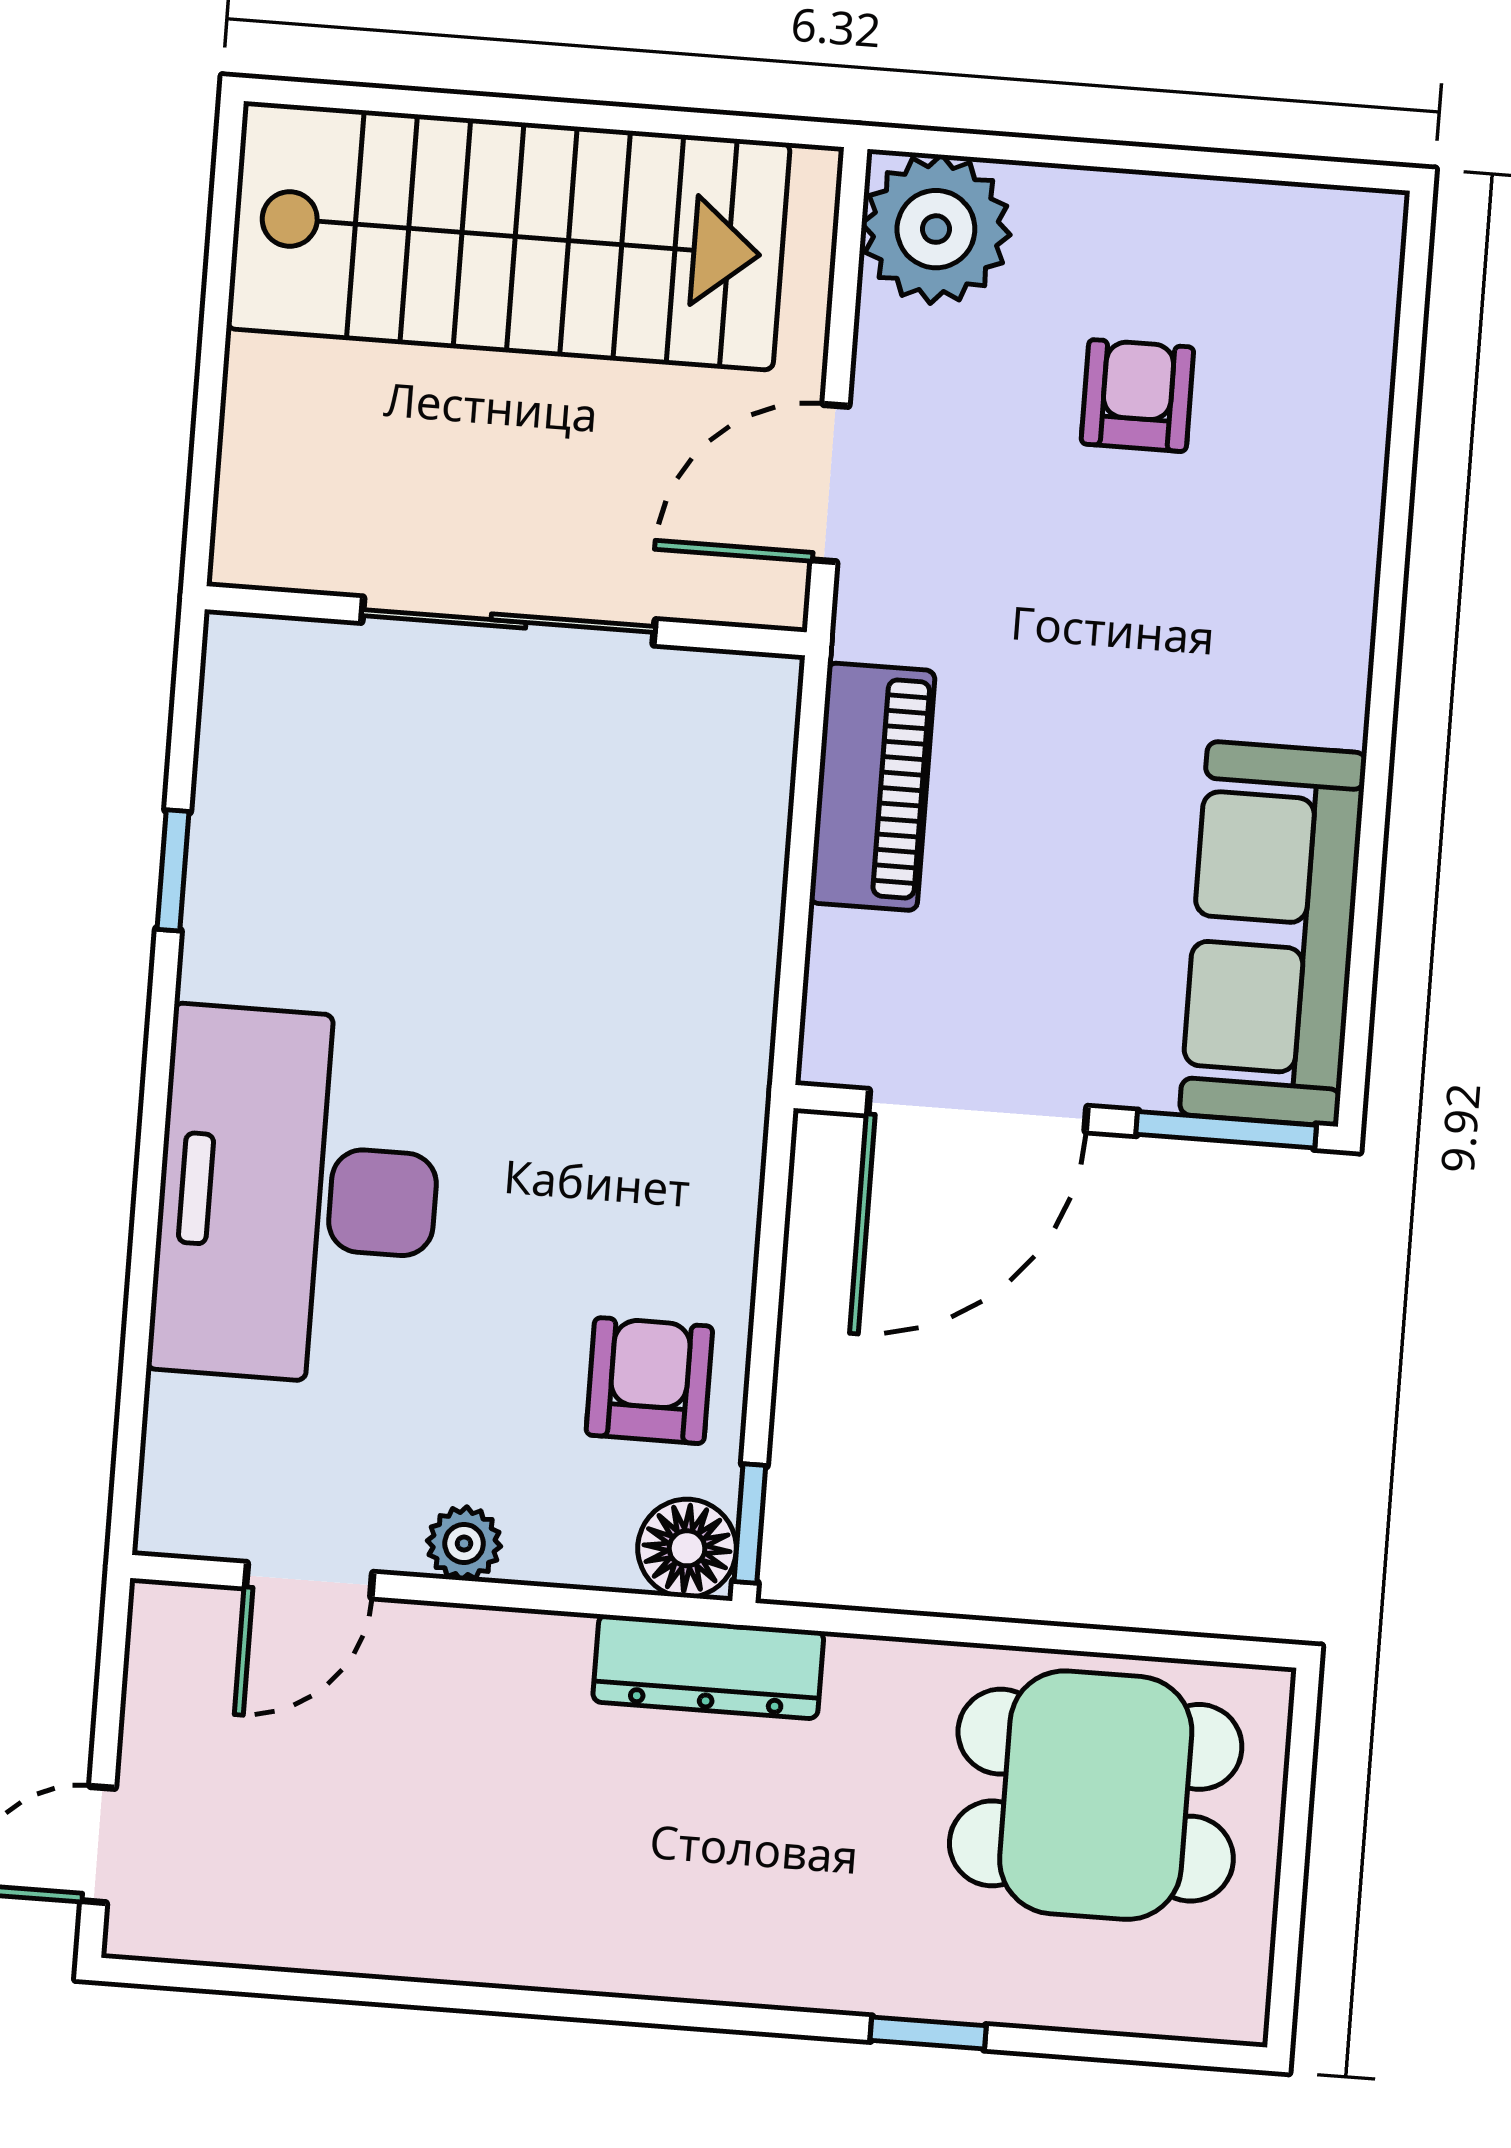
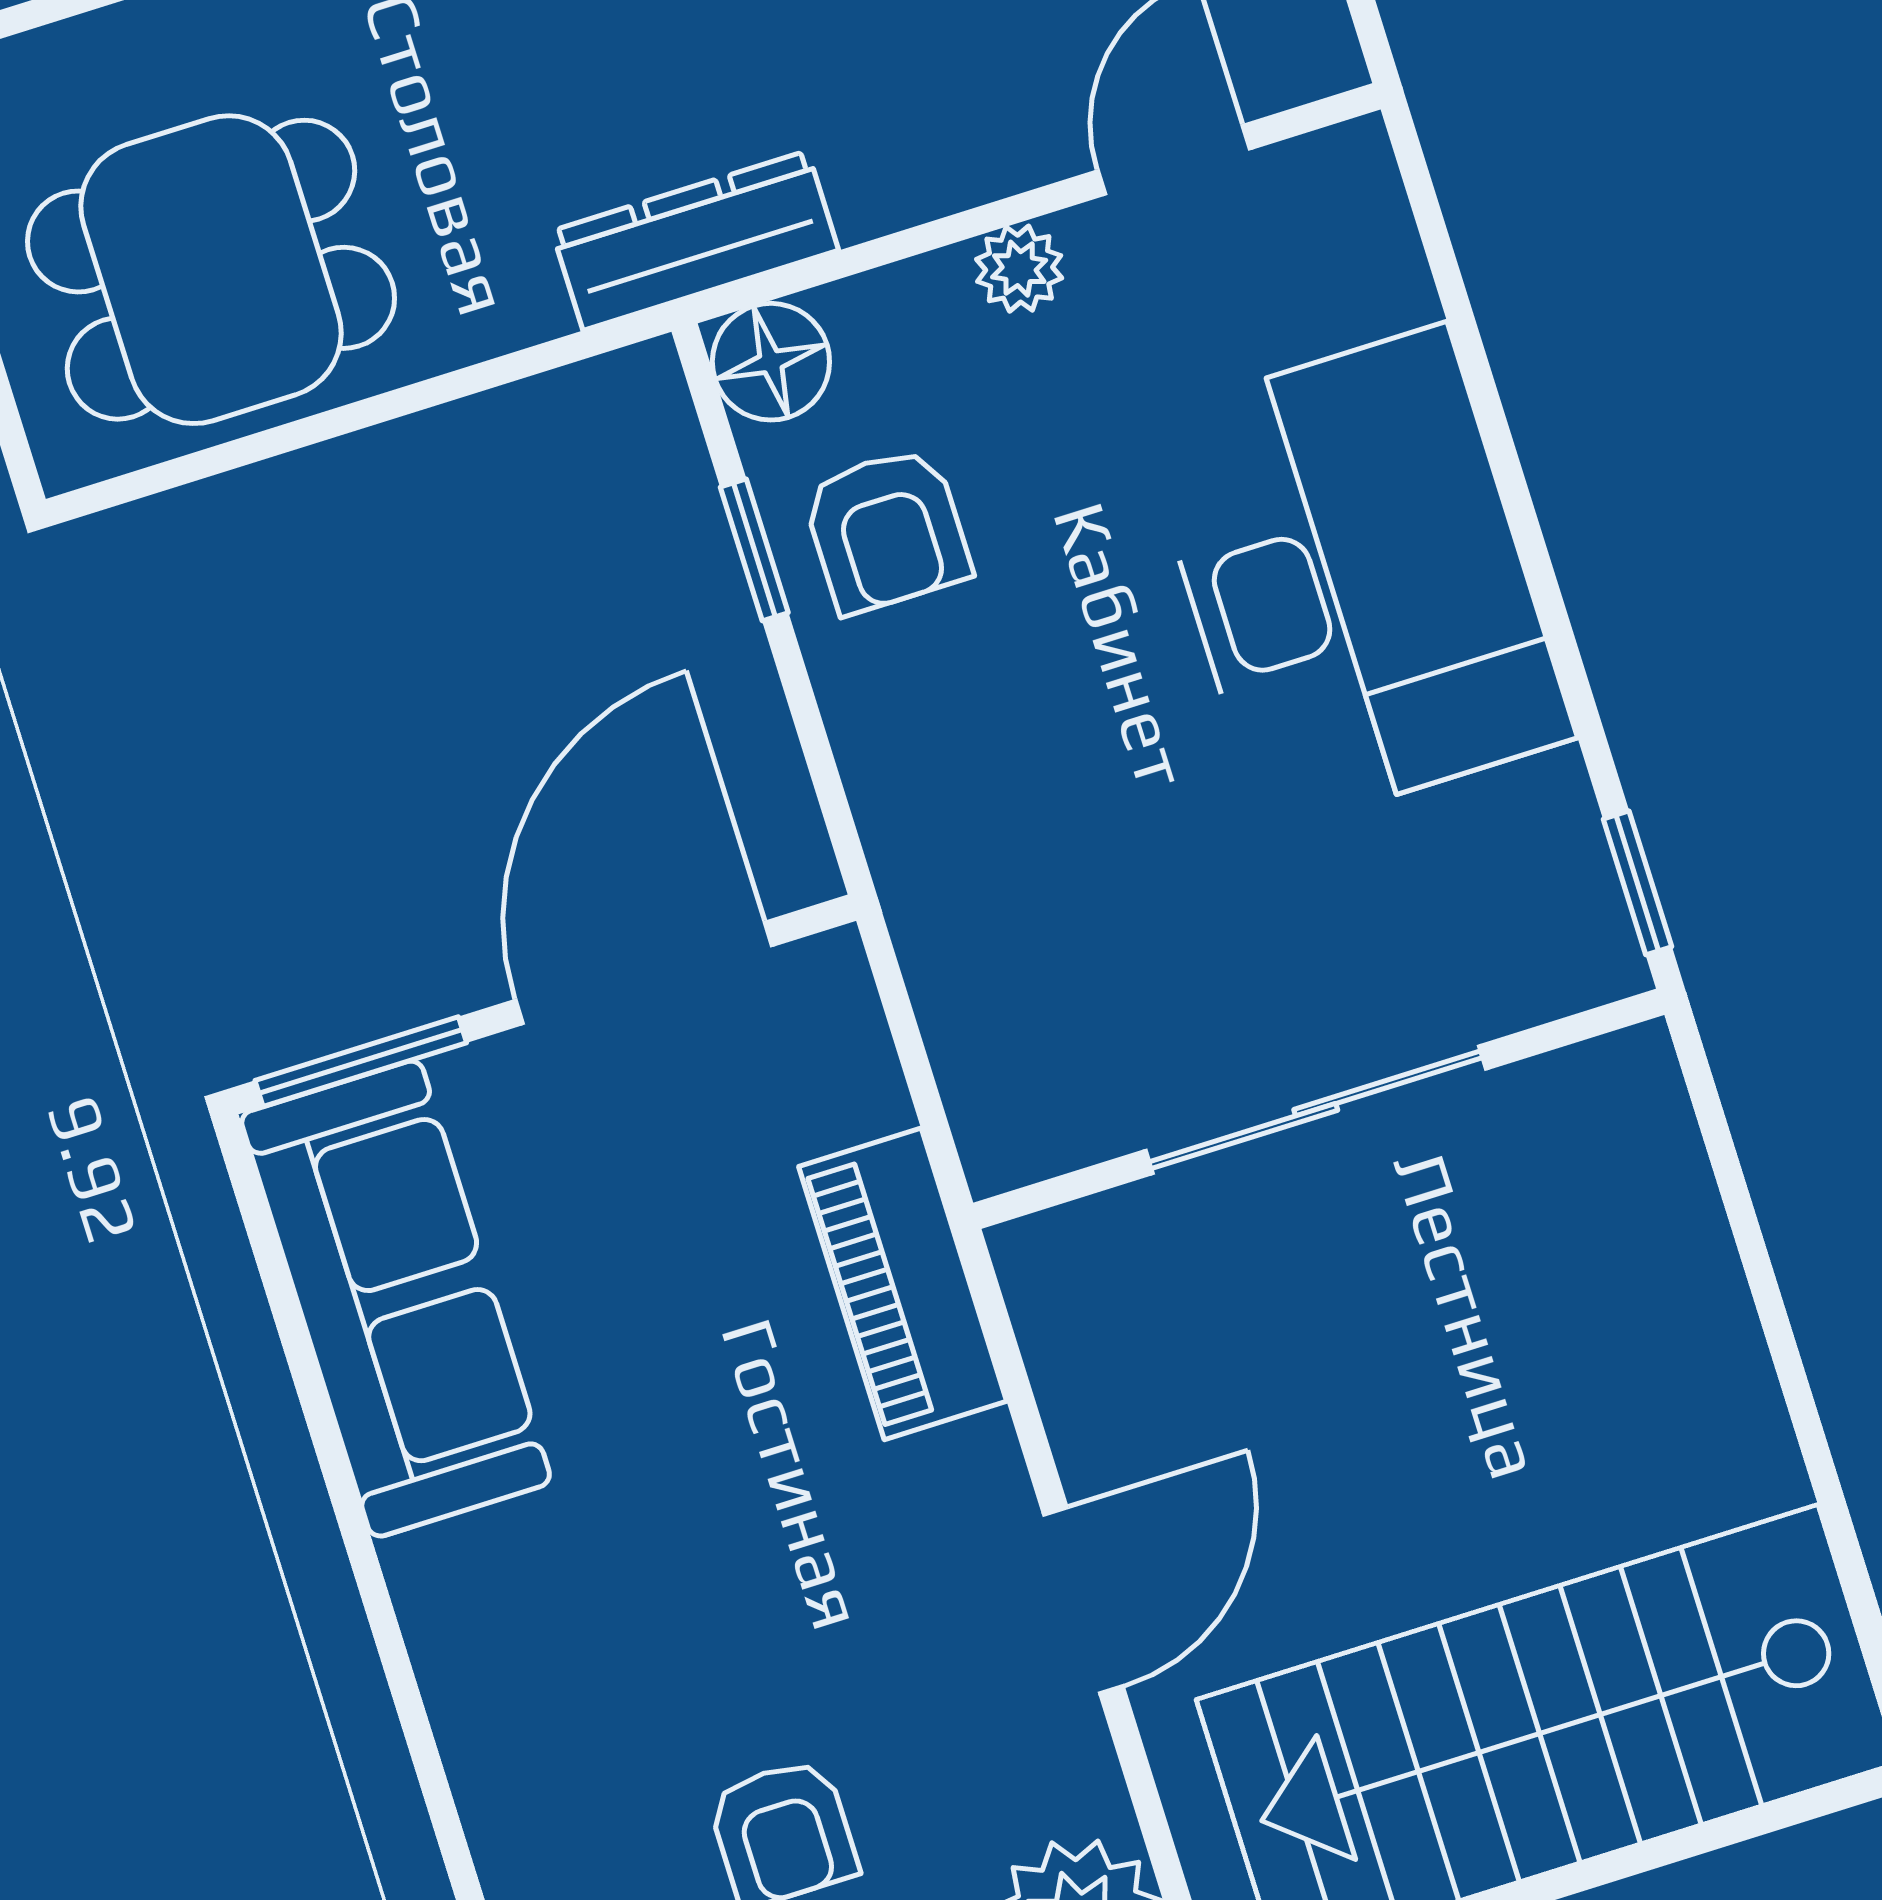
wall: (506, 621) -> (1319, 1109), moved
sliding door: (508, 621) -> (1316, 1110), moved
window: (750, 1524) -> (754, 550), moved

